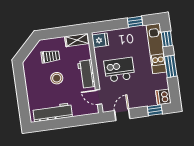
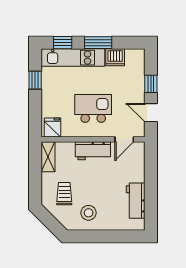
kitchen island: (119, 70) -> (93, 108), turned 90
stool: (57, 78) -> (89, 213), moved
dishwasher: (163, 97) -> (115, 57), moved
window: (155, 110) -> (151, 84), moved
workbench: (53, 112) -> (136, 201), width x0.73

